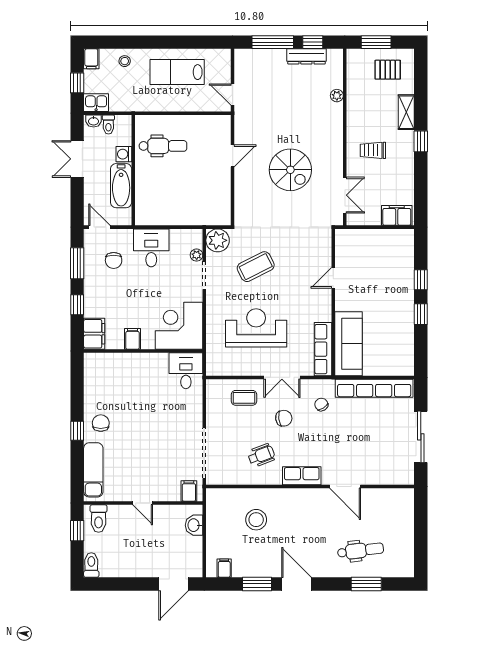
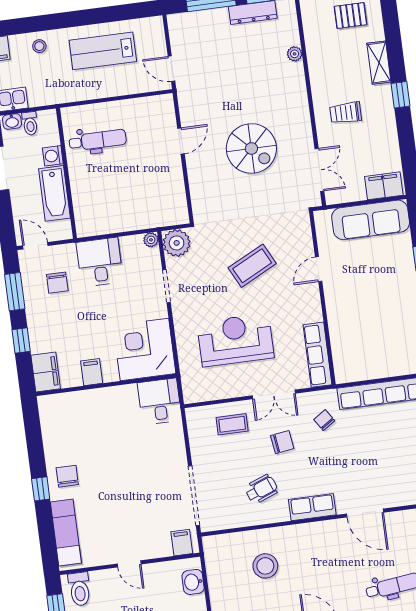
plant: (197, 255) -> (151, 240), moved
coffee table: (256, 267) -> (252, 266), moved
sofa: (348, 344) -> (371, 220), moved, turned 90

